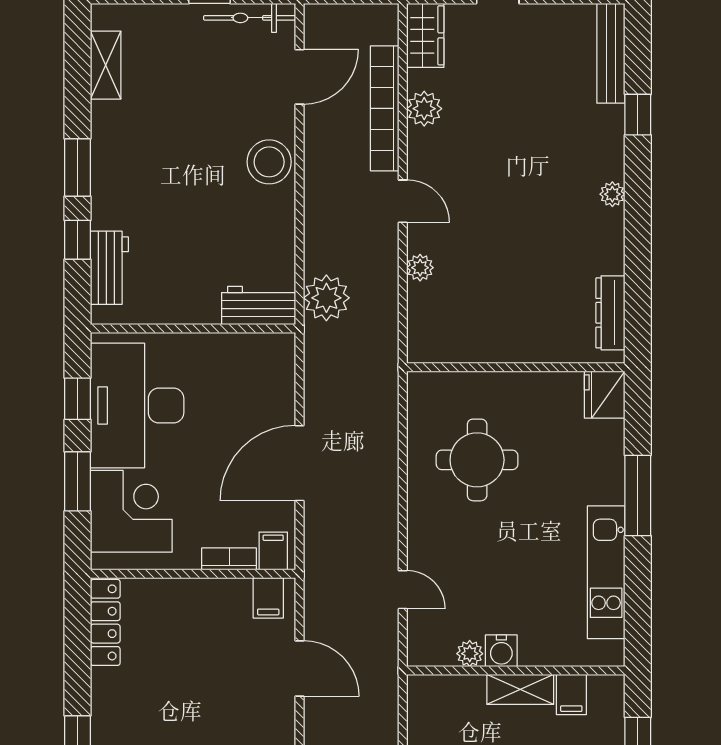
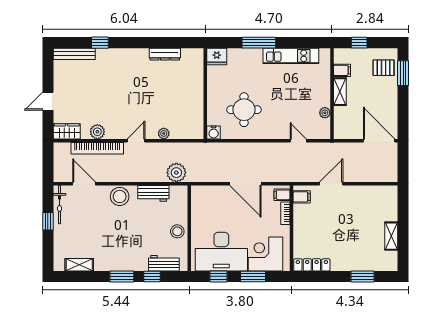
plant: (612, 194) -> (133, 53), removed
stool: (186, 300) -> (177, 231), added
workbench: (259, 306) -> (153, 193), moved, turned -90
dresser: (610, 313) -> (165, 54), moved
door: (403, 590) -> (298, 141), hinge flipped
water cooler: (501, 651) -> (214, 132), moved, turned 90

